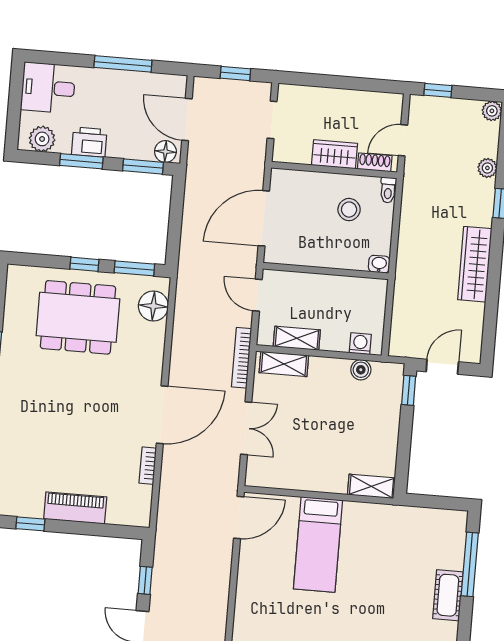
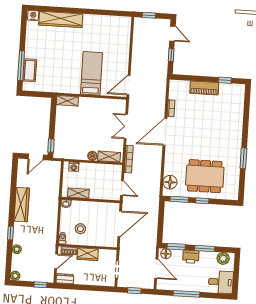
dresser: (385, 102) -> (65, 279), added
printer: (89, 142) -> (191, 257), moved
shelving: (297, 338) -> (78, 193), moved
boiler: (361, 370) -> (92, 156), moved
cot: (448, 595) -> (30, 70), moved

